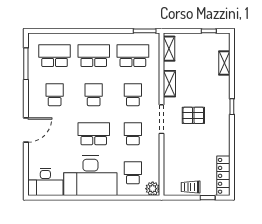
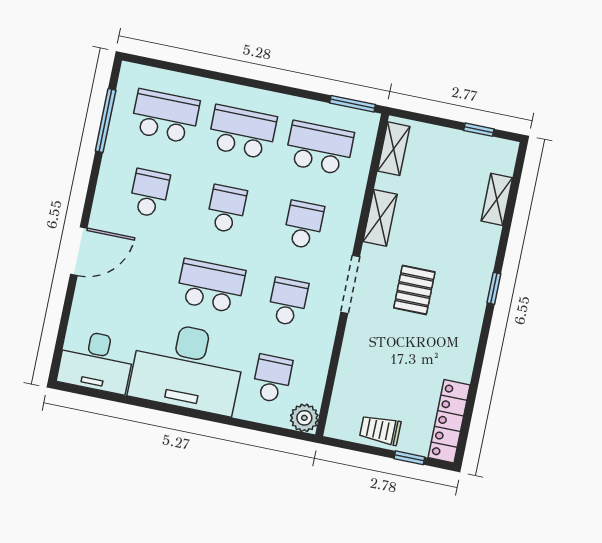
pallet: (193, 115) -> (414, 290), turned 90

